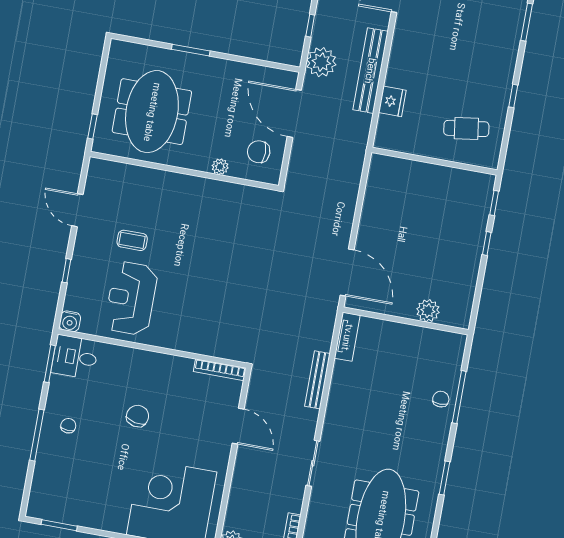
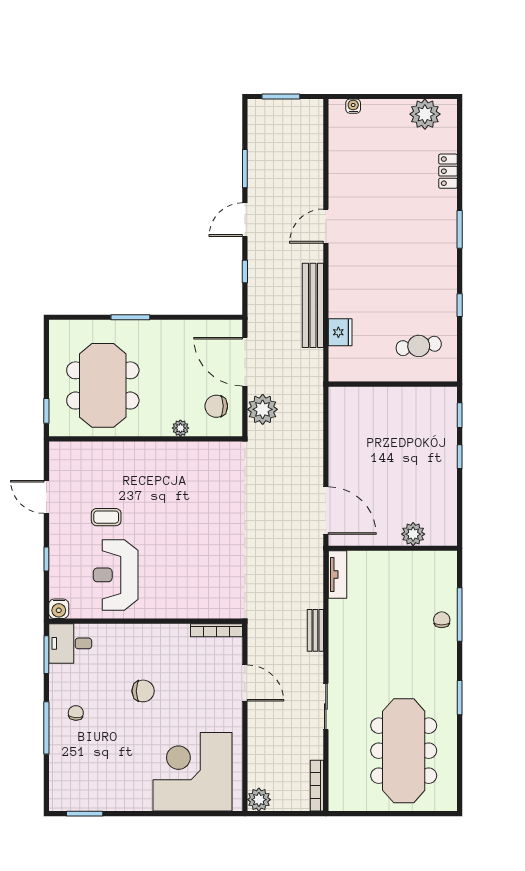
plant: (321, 62) -> (263, 409), moved
bench: (317, 380) -> (315, 630), width x0.73
chair: (138, 416) -> (143, 691), turned 78

